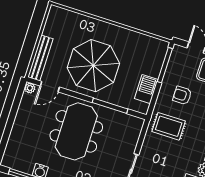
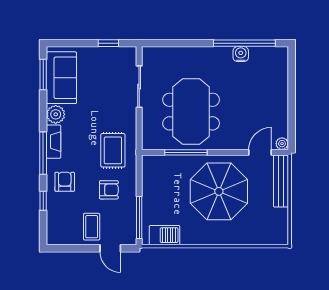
barbecue: (146, 89) -> (164, 235), moved, turned -90
rug: (169, 126) -> (113, 150), turned 90
meeting table: (76, 131) -> (191, 112), moved

